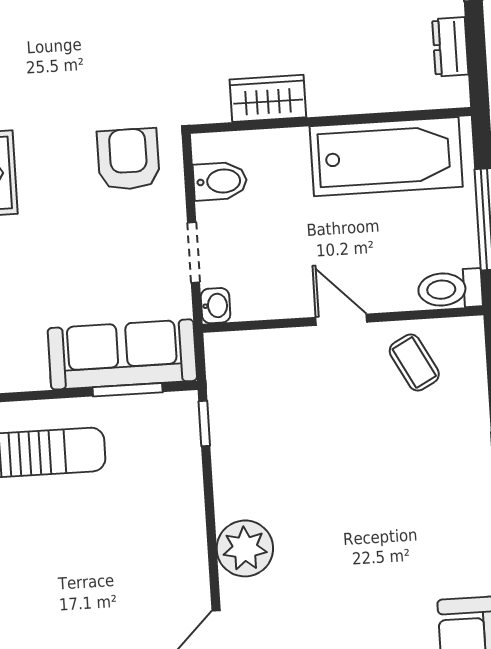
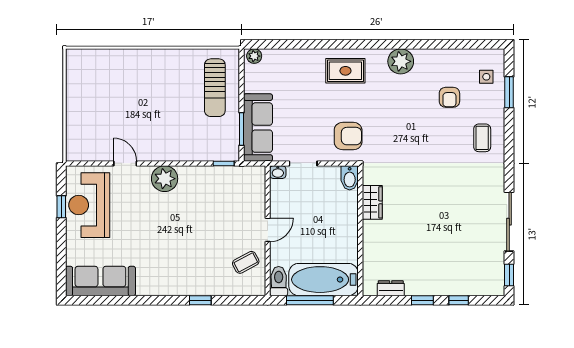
bathtub: (386, 157) -> (323, 280), moved, turned 90
bidet: (220, 181) -> (350, 178), moved

